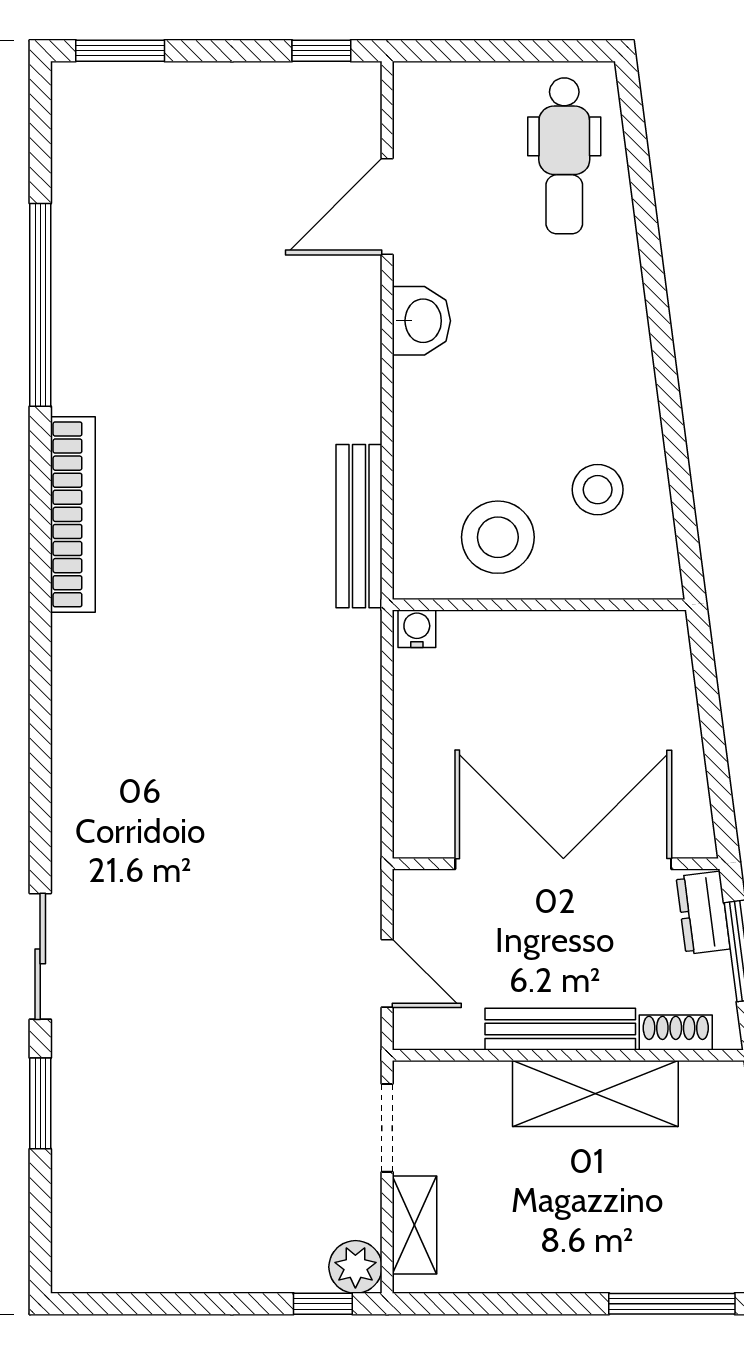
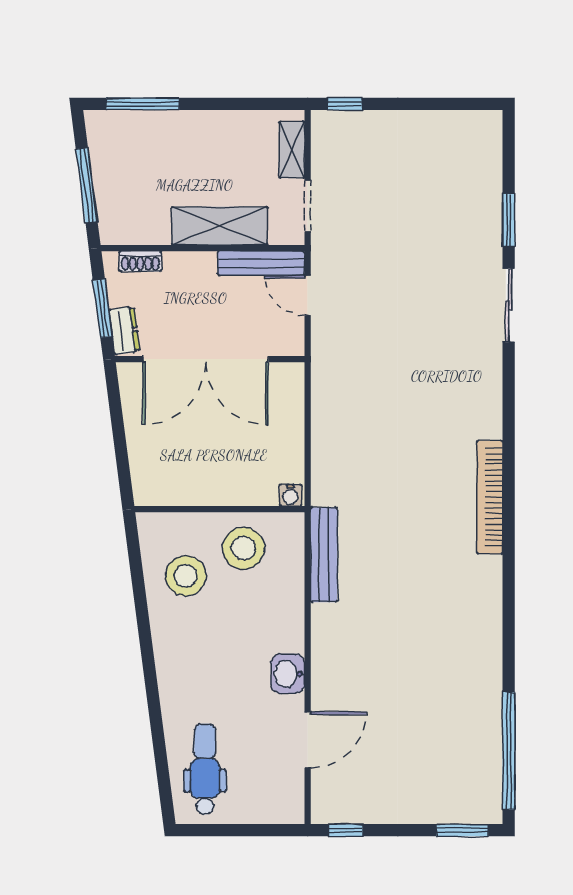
window: (40, 305) -> (509, 751), moved
stool: (598, 490) -> (186, 576), width x1.38, depth x1.38
bookcase: (73, 514) -> (490, 497), moved
bench: (560, 1029) -> (261, 263), moved
shelving: (595, 1094) -> (220, 226), moved
plant: (355, 1267) -> (326, 125), removed

